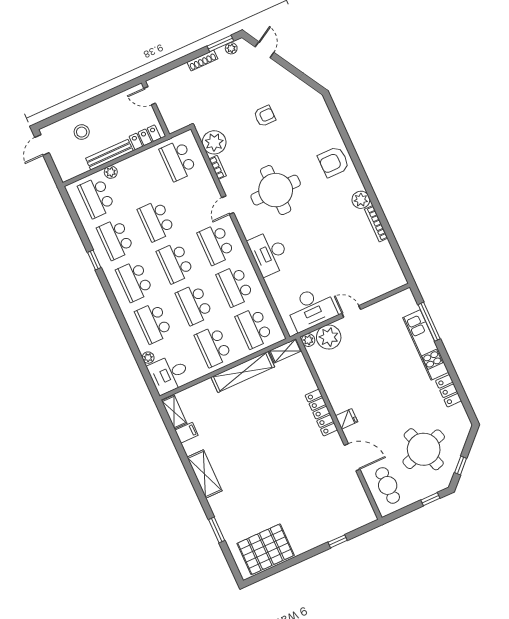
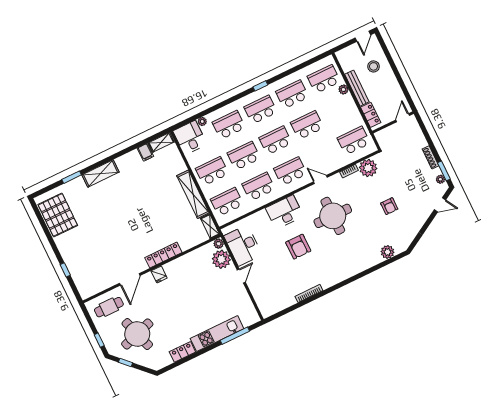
door: (42, 145) -> (363, 36), swing flipped
armchair: (334, 162) -> (298, 247), moved, turned 180
plant: (361, 200) -> (388, 252), moved
window: (94, 260) -> (260, 86), moved
shelving: (205, 474) -> (101, 173), moved

